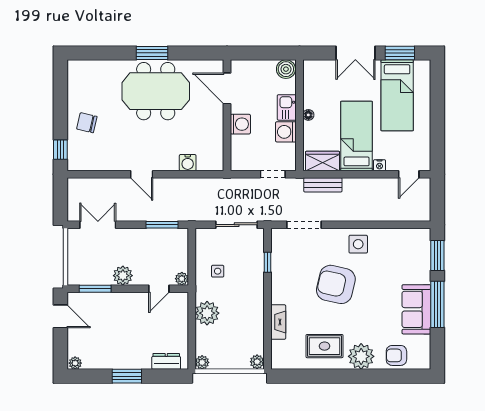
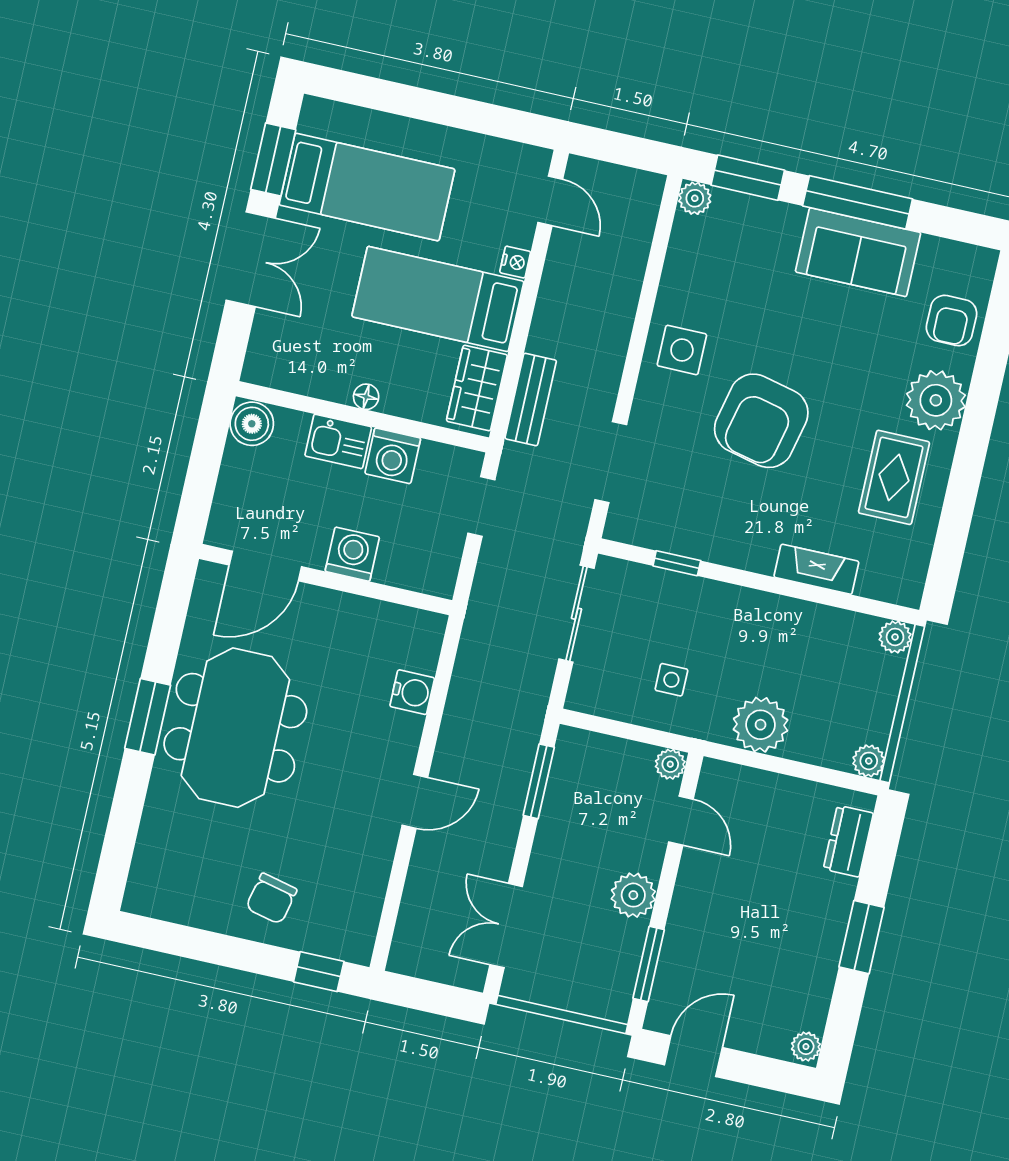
plant: (424, 235) -> (695, 198), added

